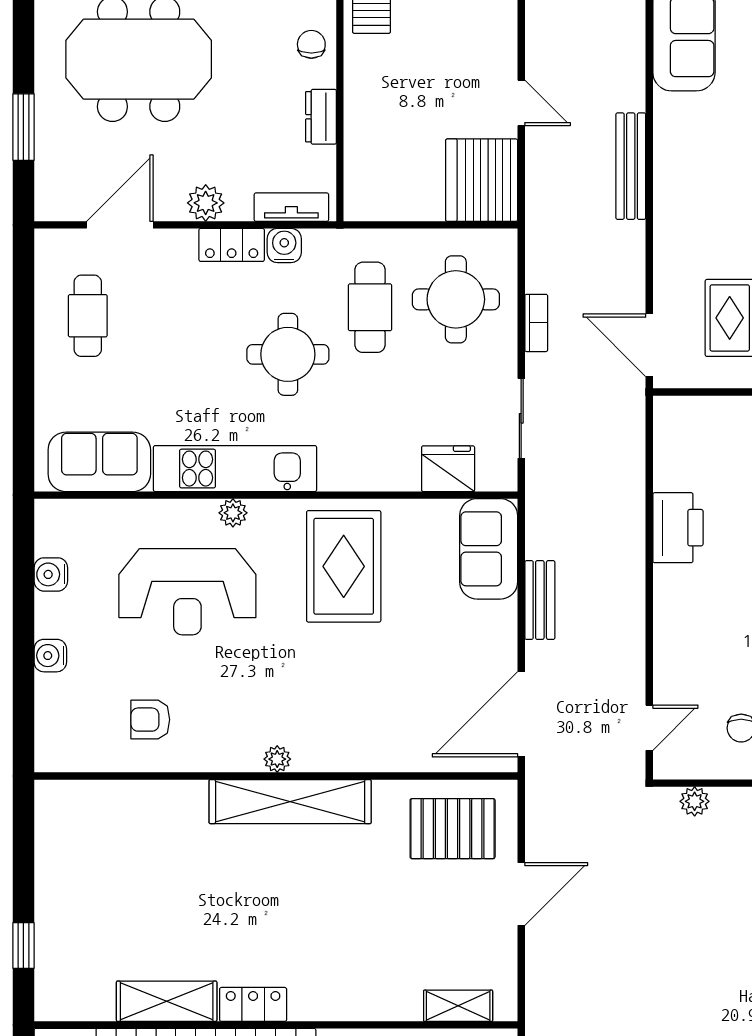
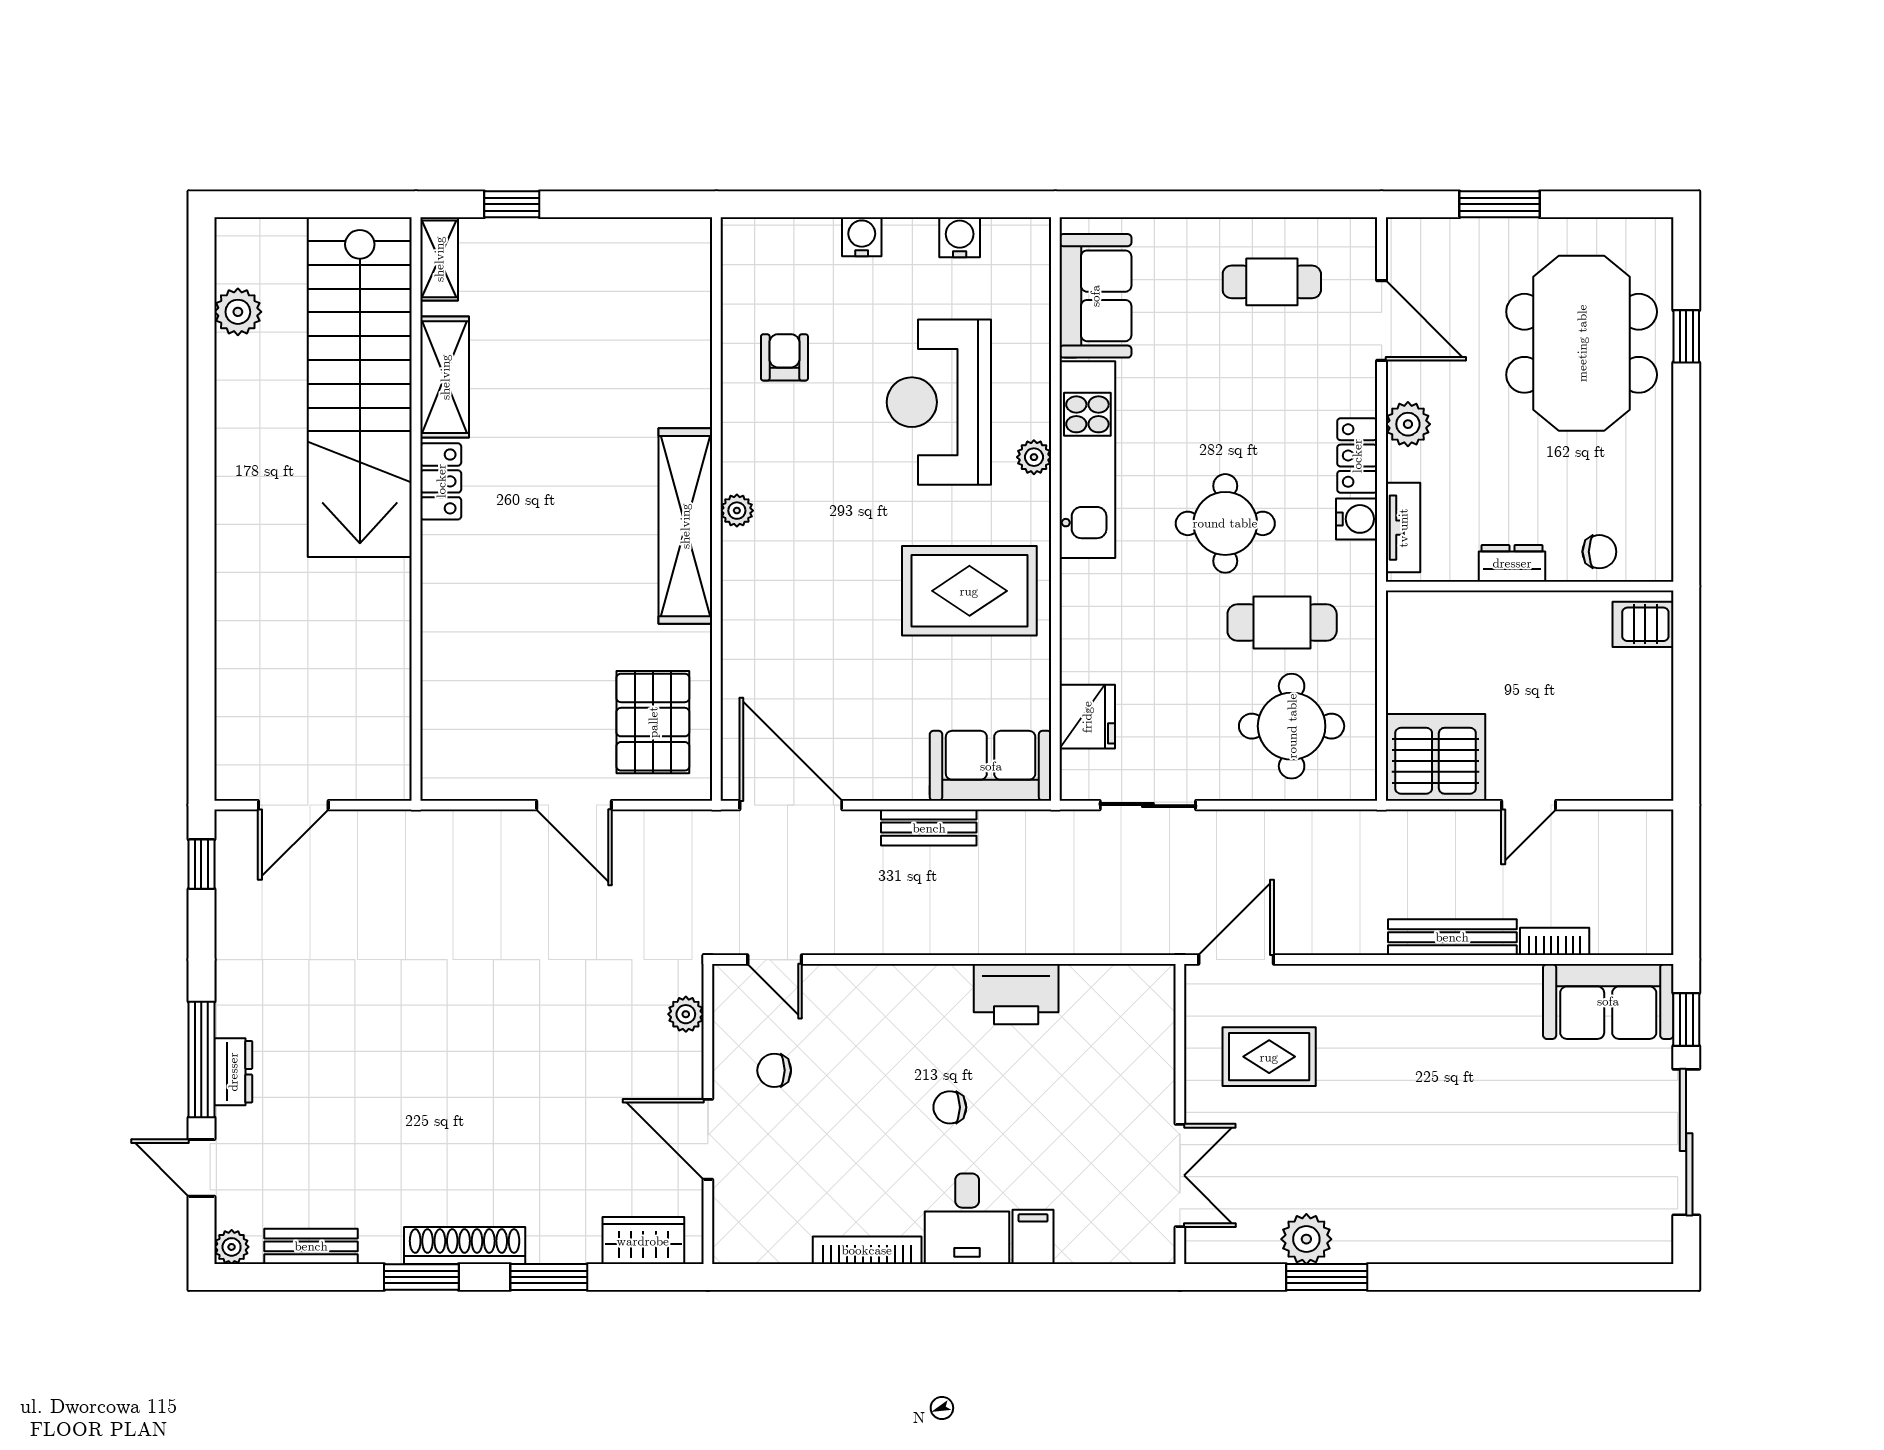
bookcase: (536, 323) -> (1555, 941), moved, turned 180
shelving: (458, 1006) -> (439, 259), moved

